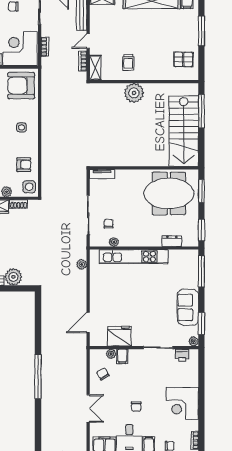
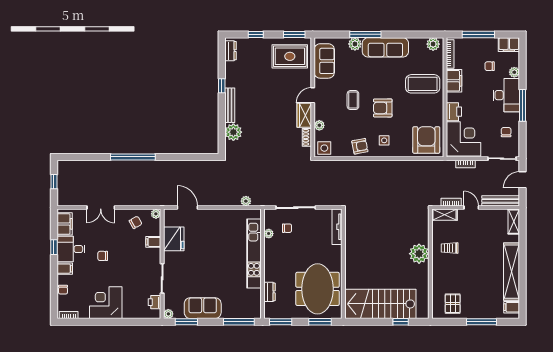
window: (201, 111) -> (401, 322), width x0.46
armchair: (24, 165) -> (360, 146), moved, turned -101
tv unit: (102, 174) -> (337, 227), width x1.41
plant: (111, 354) -> (156, 214), moved

